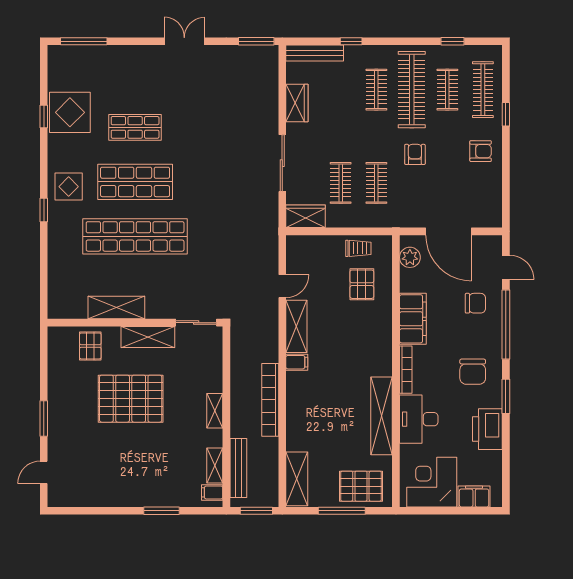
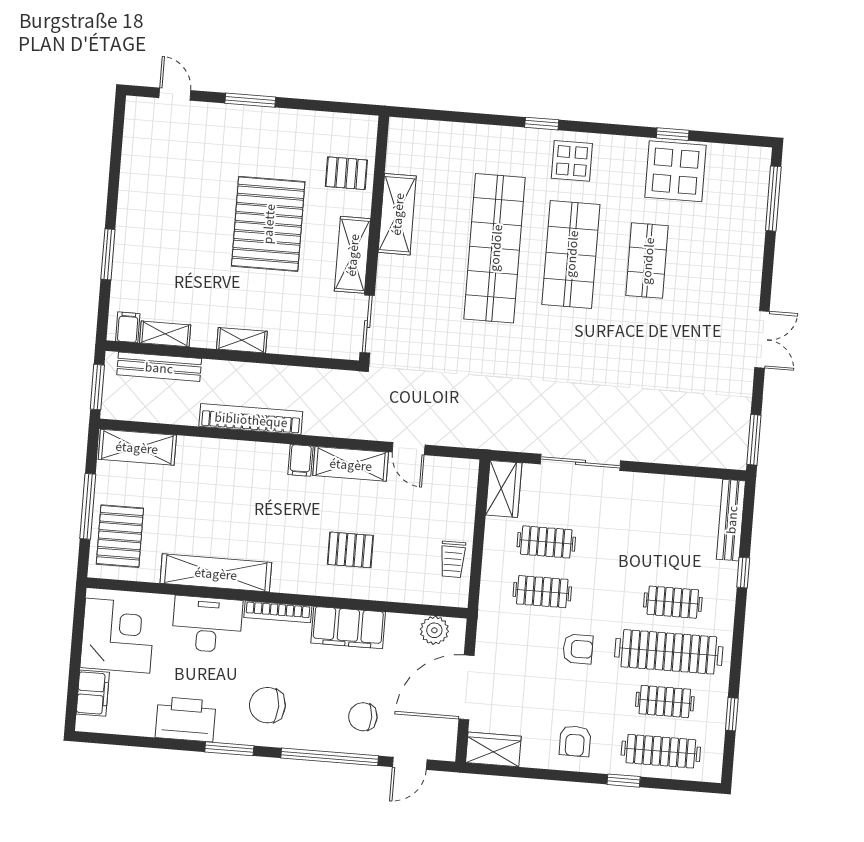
wardrobe: (297, 103) -> (493, 749), moved, turned 180
pallet: (362, 284) -> (350, 550), moved
chair: (475, 303) -> (363, 717), turned 90

